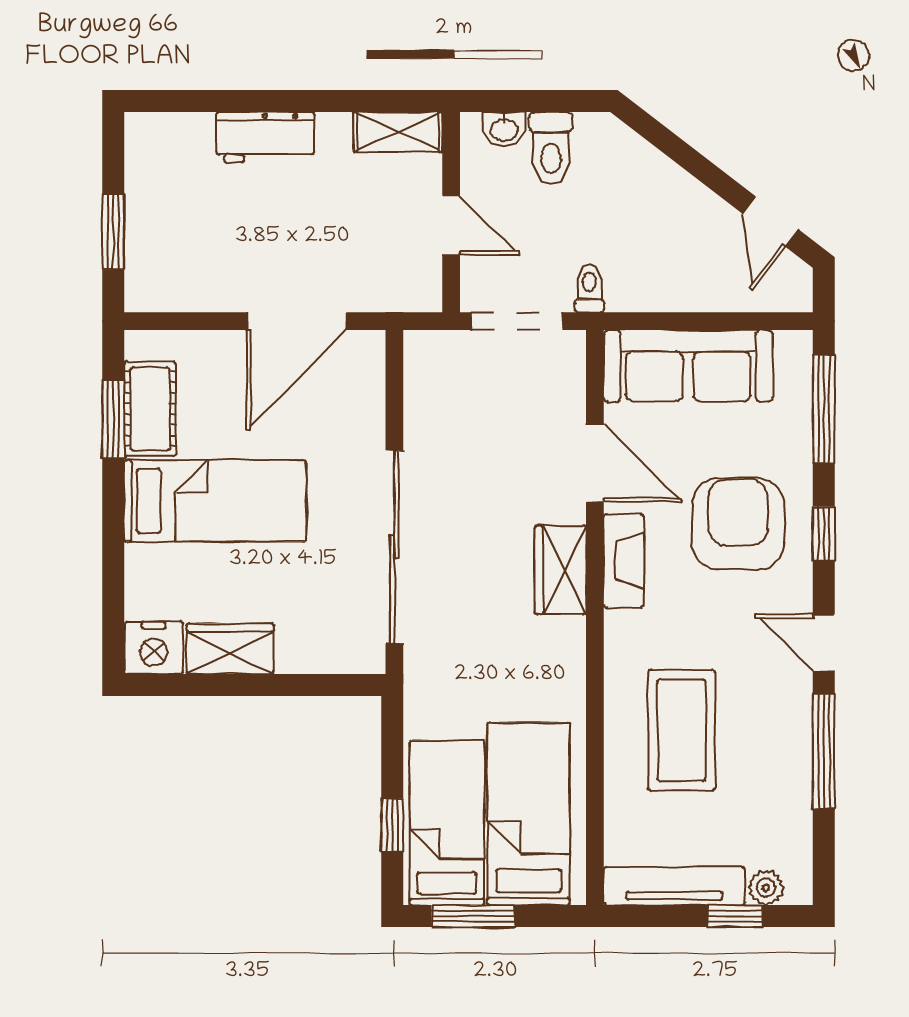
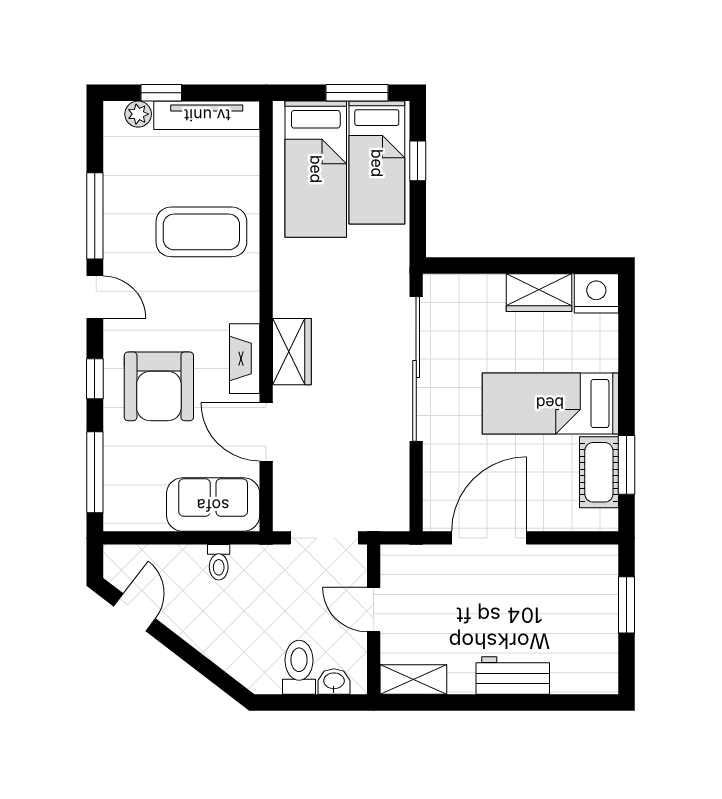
toilet: (589, 289) -> (219, 562), moved
sofa: (688, 366) -> (213, 505), width x0.73
coffee table: (681, 730) -> (201, 232), turned 90

